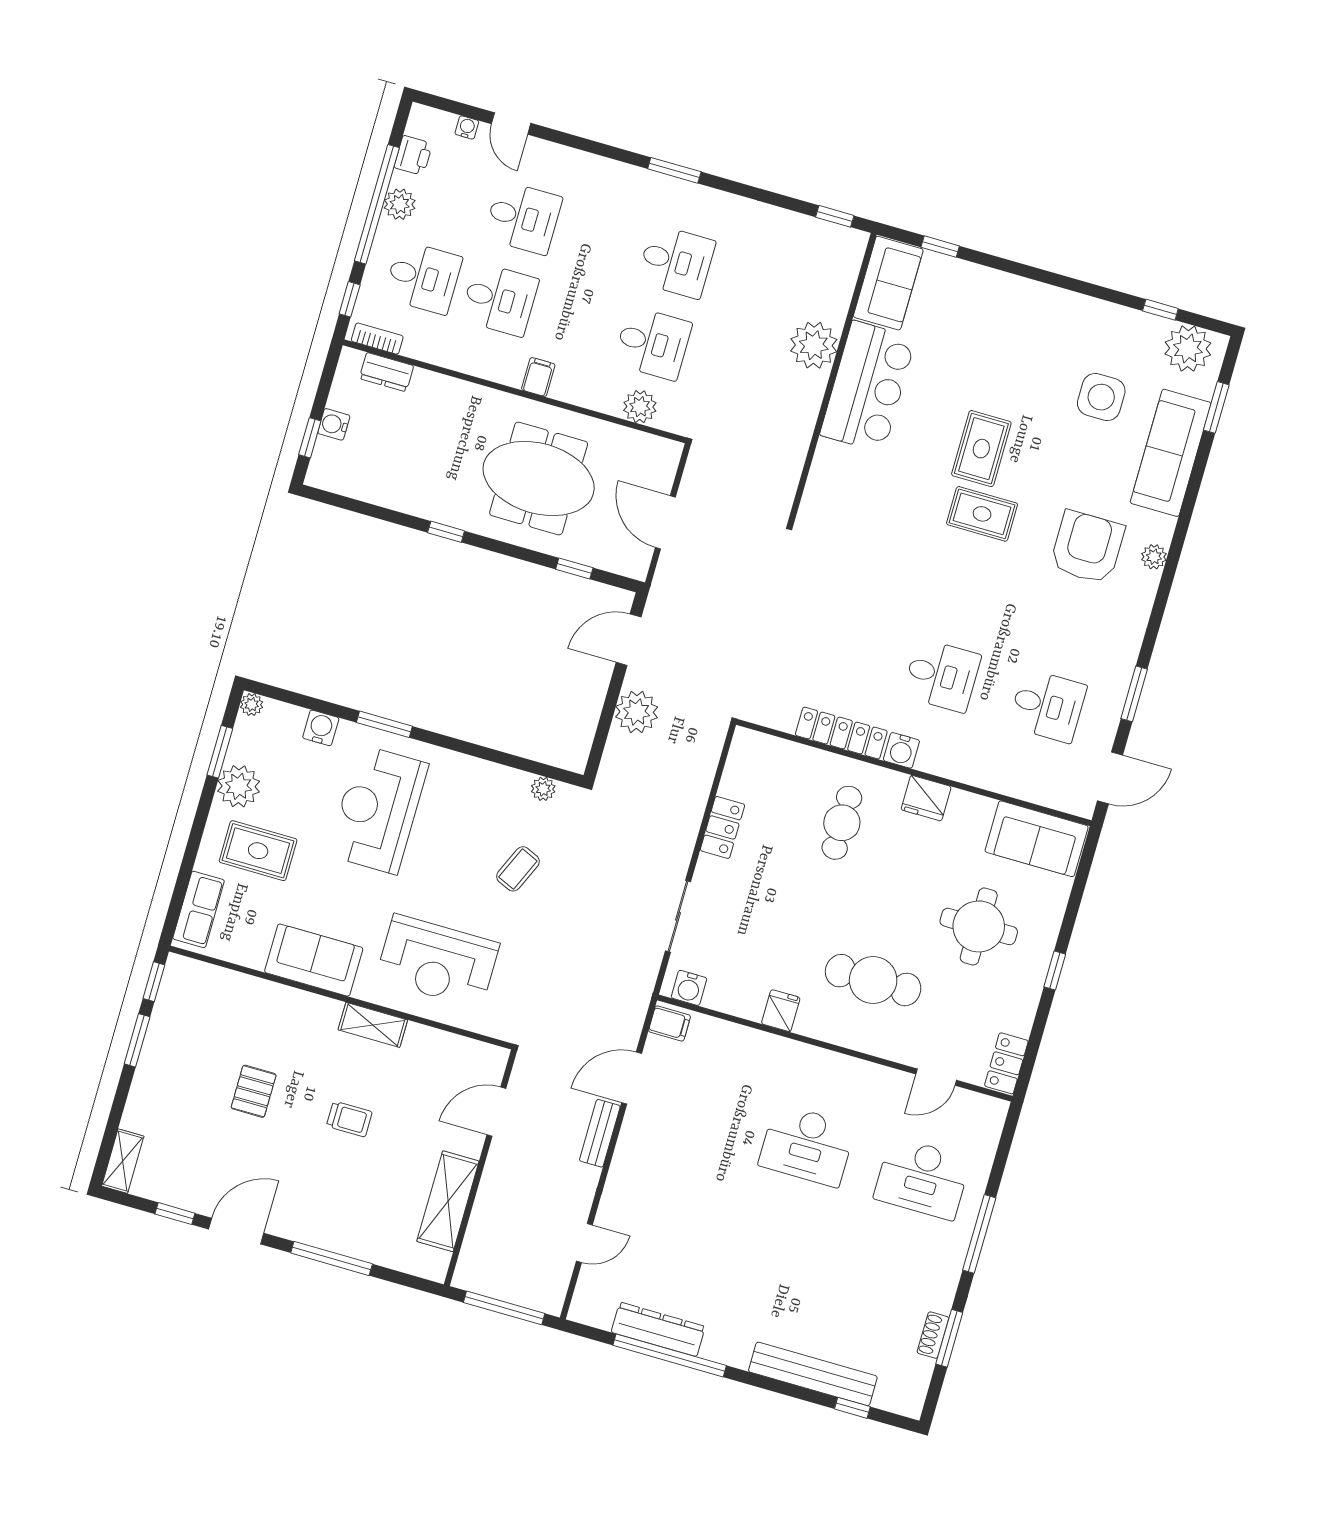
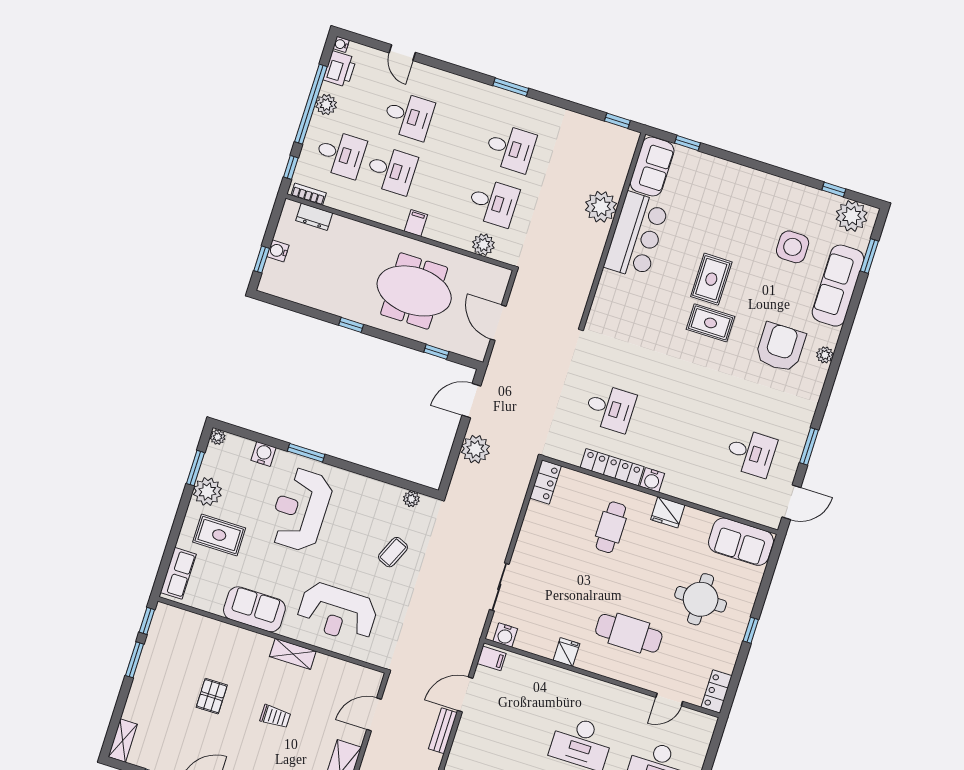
water cooler: (467, 127) -> (341, 44), moved, turned -90
printer: (413, 155) -> (340, 69), width x1.36, depth x1.24
desk: (942, 675) -> (610, 408), moved
locker: (722, 827) -> (545, 482), moved

